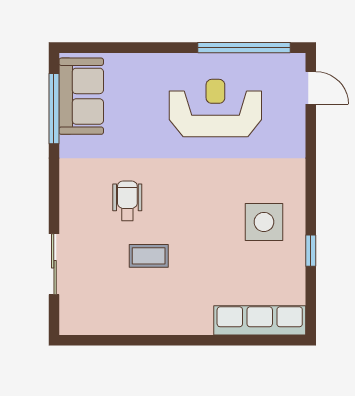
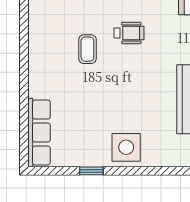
side table: (264, 222) -> (126, 147), moved

